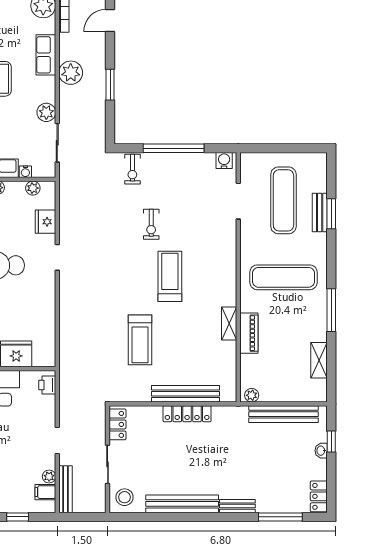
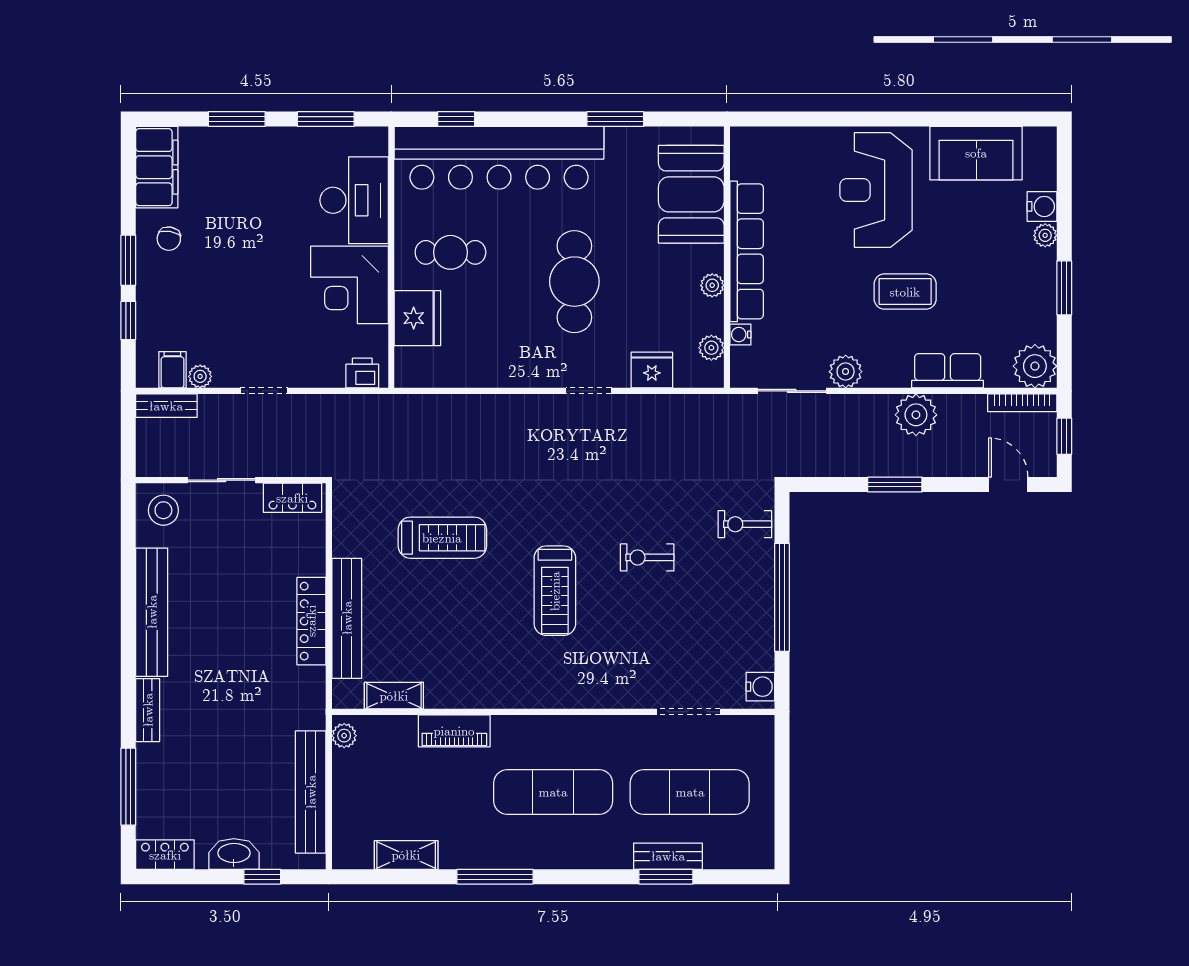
treadmill: (170, 276) -> (555, 591), turned 90
exercise mat: (283, 277) -> (553, 792), turned 90
shelving: (229, 324) -> (394, 696), moved
treadmill: (140, 340) -> (442, 538), turned 180
washbasin: (321, 451) -> (234, 854), width x1.91, depth x1.45
bench: (66, 489) -> (166, 406), width x0.73

